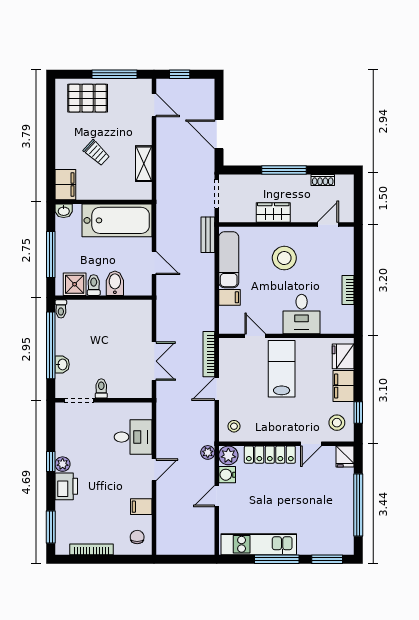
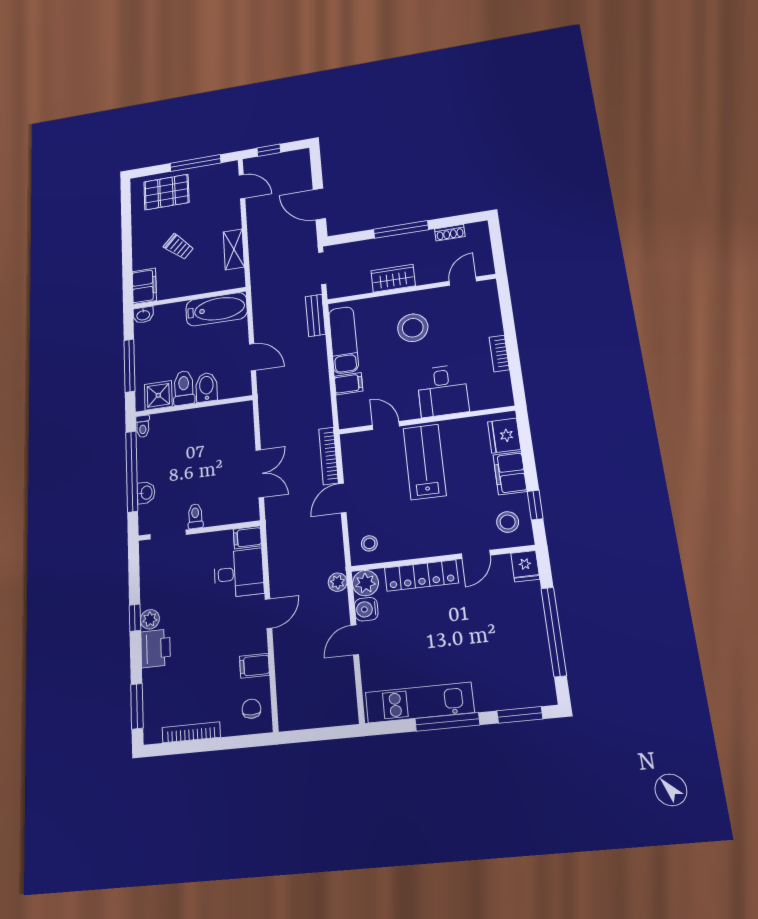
bathtub: (117, 220) -> (216, 309), width x0.73, depth x0.73
toilet: (94, 285) -> (184, 388), width x1.37, depth x1.39
filing cabinet: (141, 410) -> (247, 537), added

